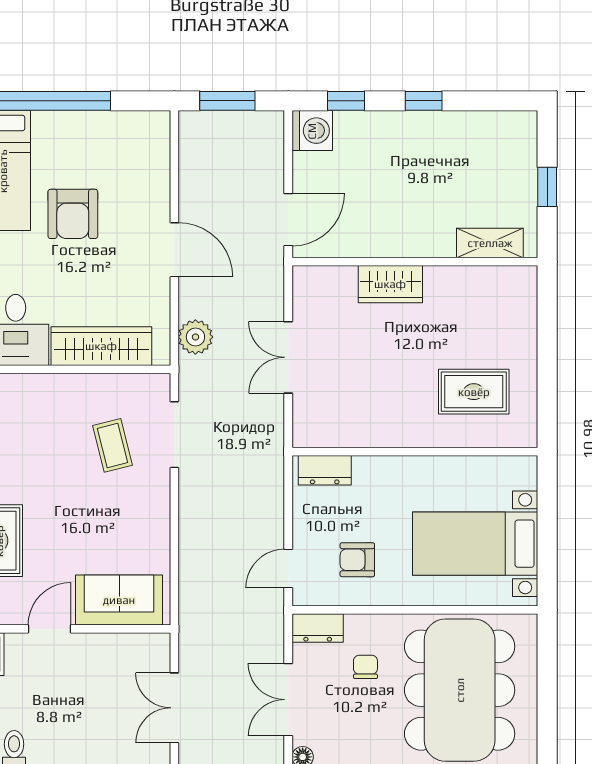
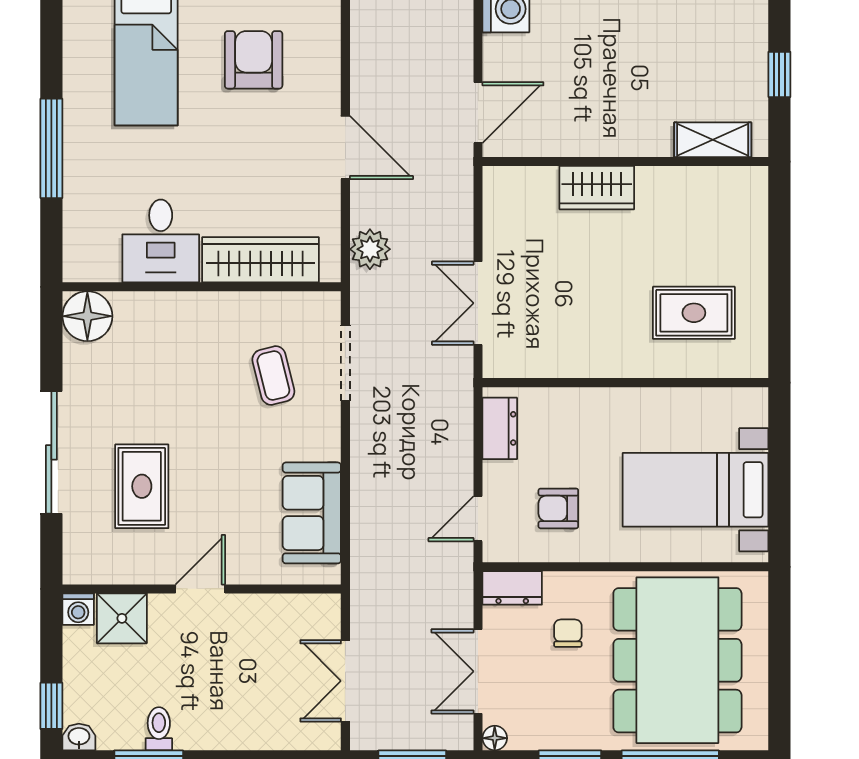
armchair: (73, 214) -> (254, 60), moved, turned 180
double door: (288, 357) -> (478, 303), moved
dresser: (325, 470) -> (500, 428), moved, turned -90
sofa: (119, 600) -> (312, 513), moved, turned -90

